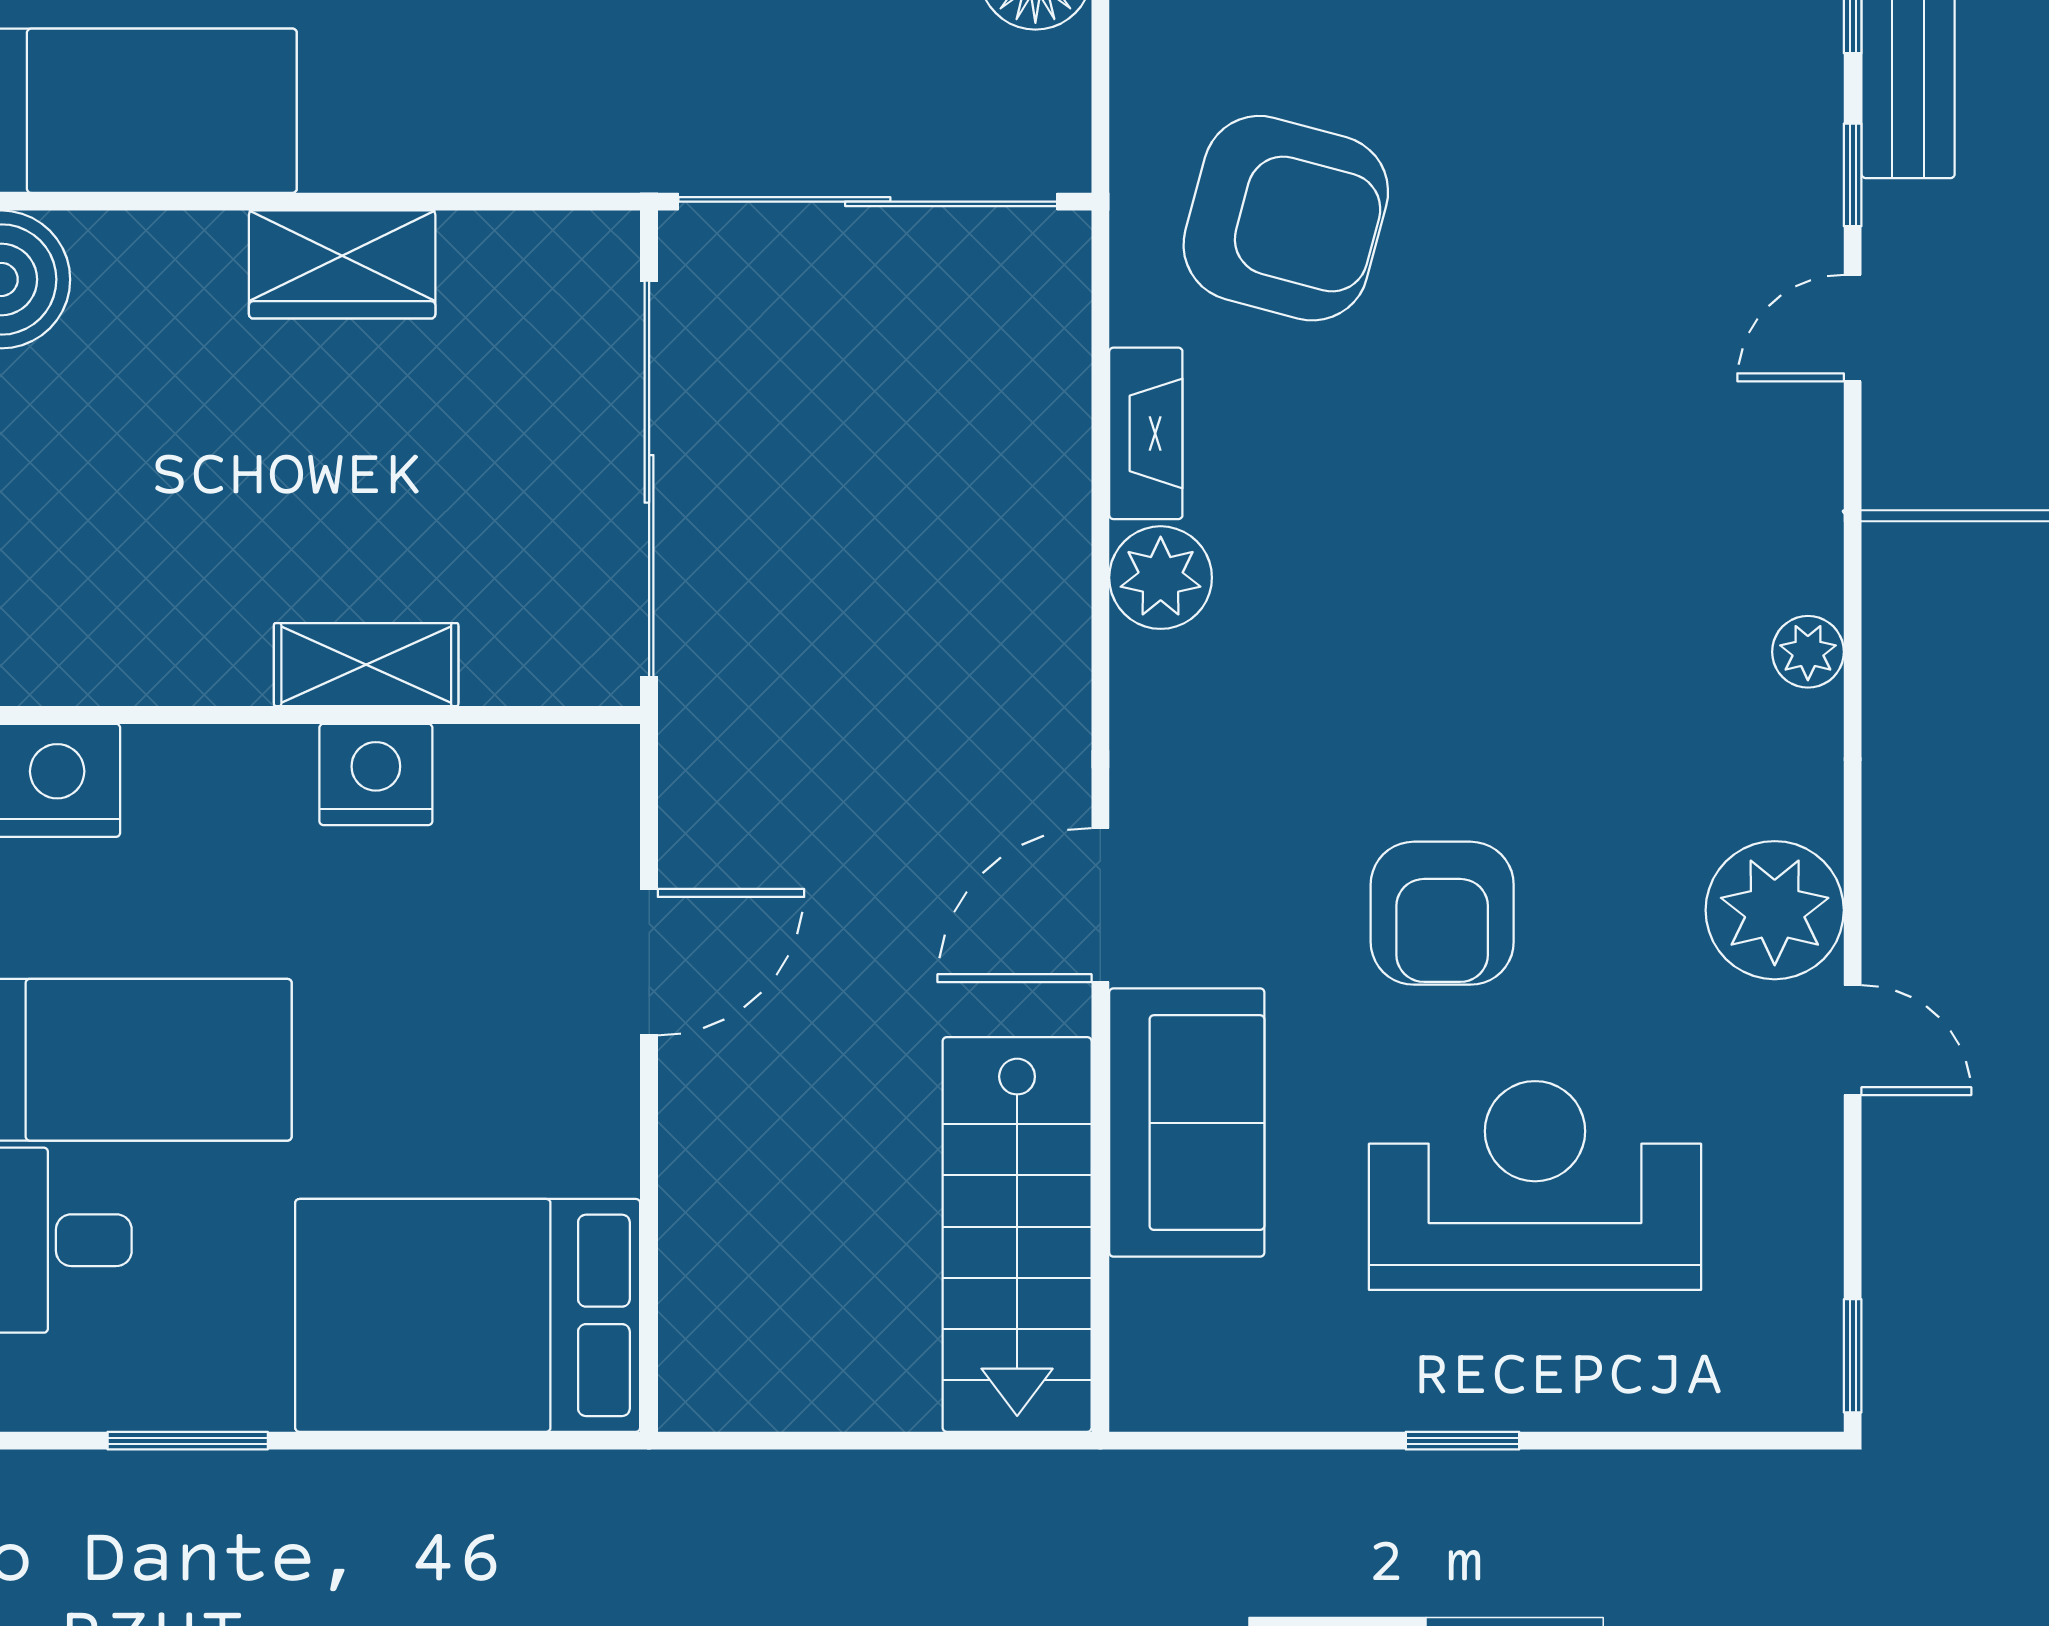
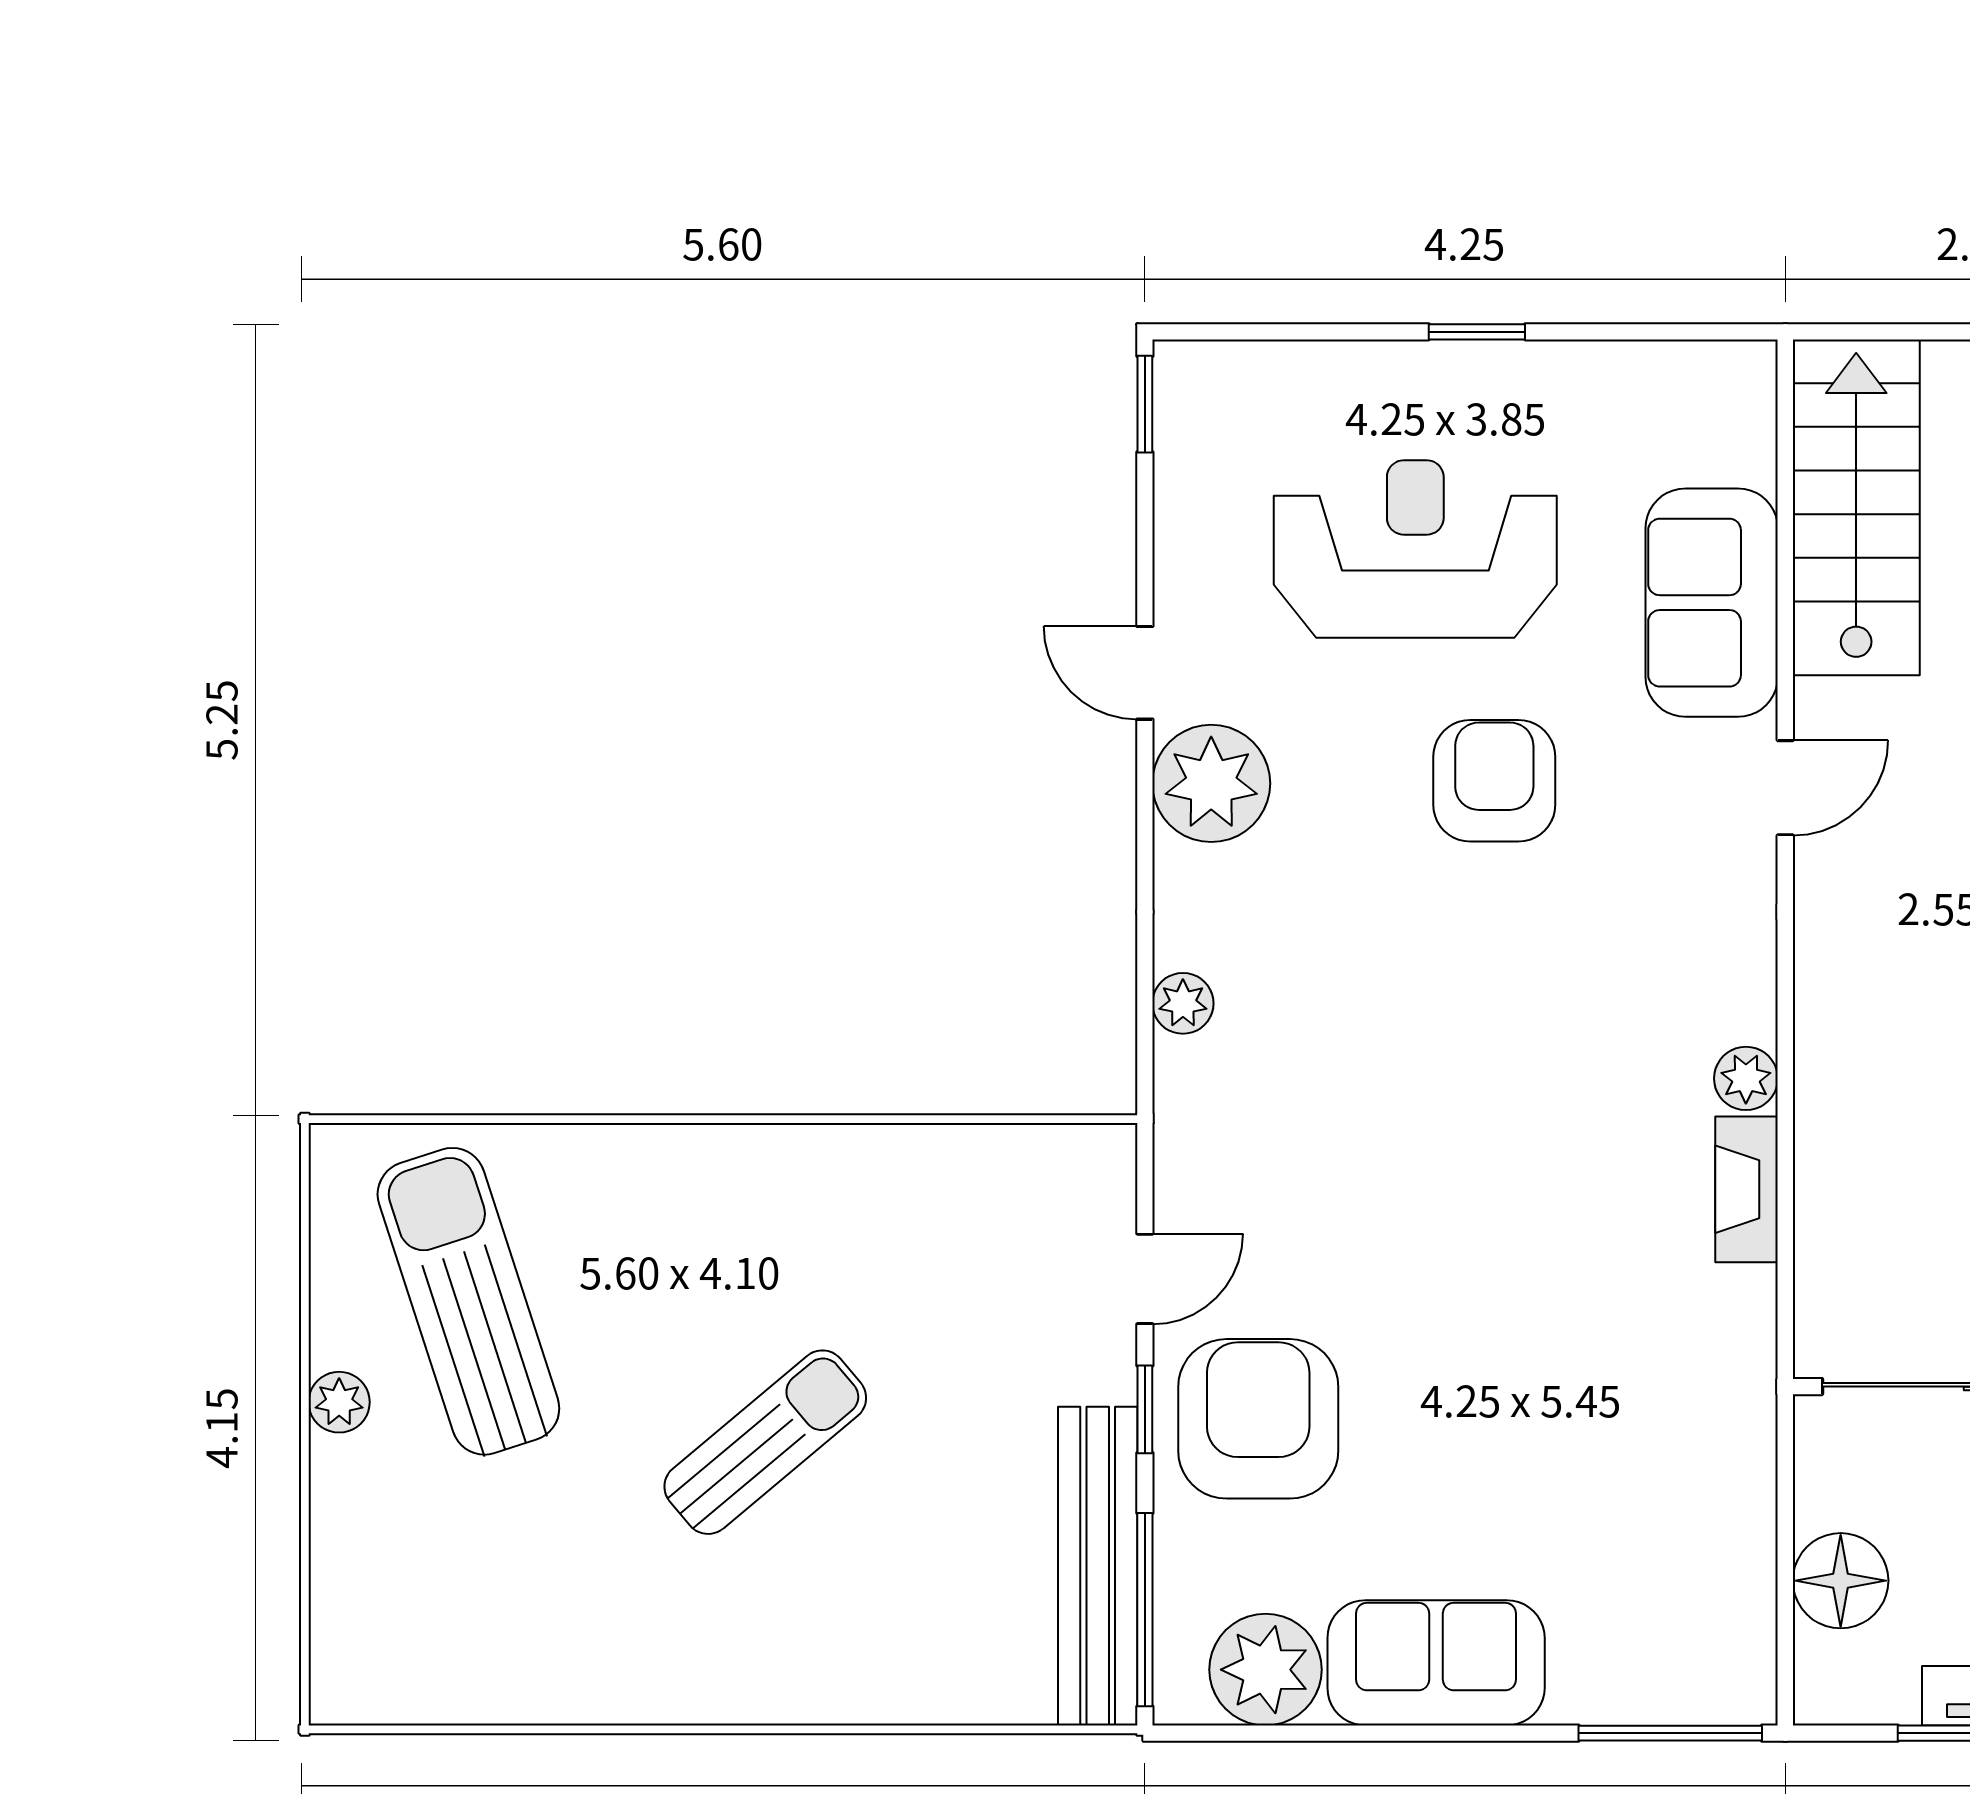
armchair: (1286, 218) -> (1258, 1419), moved, turned 75
plant: (1161, 578) -> (1746, 1078), width x0.73, depth x0.73
door: (1100, 905) -> (1785, 788), width x0.73
reception desk: (1535, 1186) -> (1415, 549), turned 180

